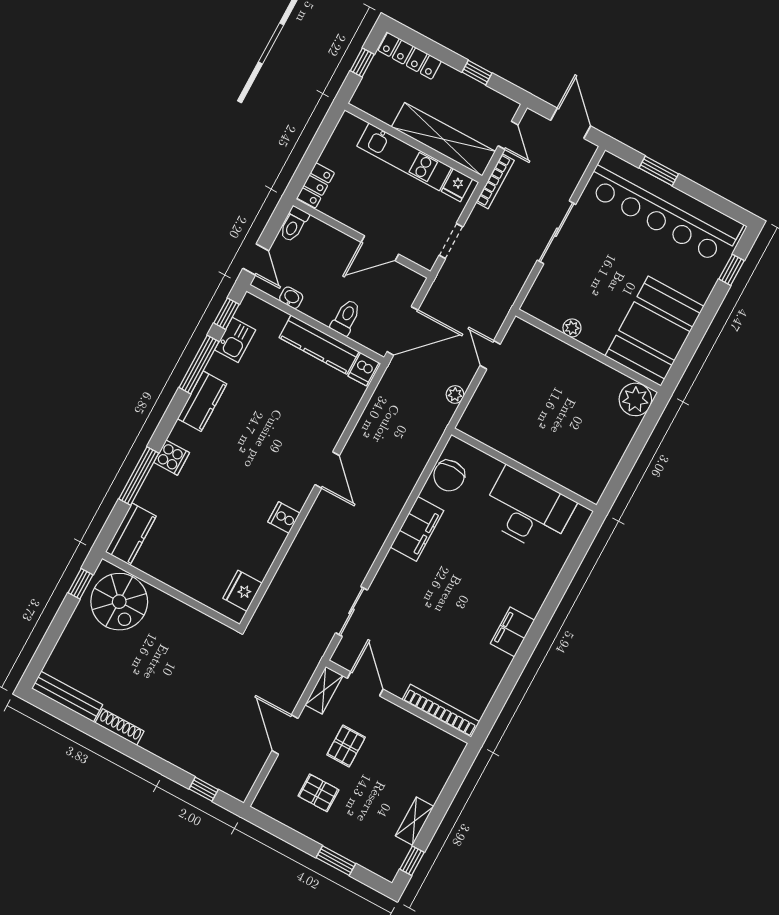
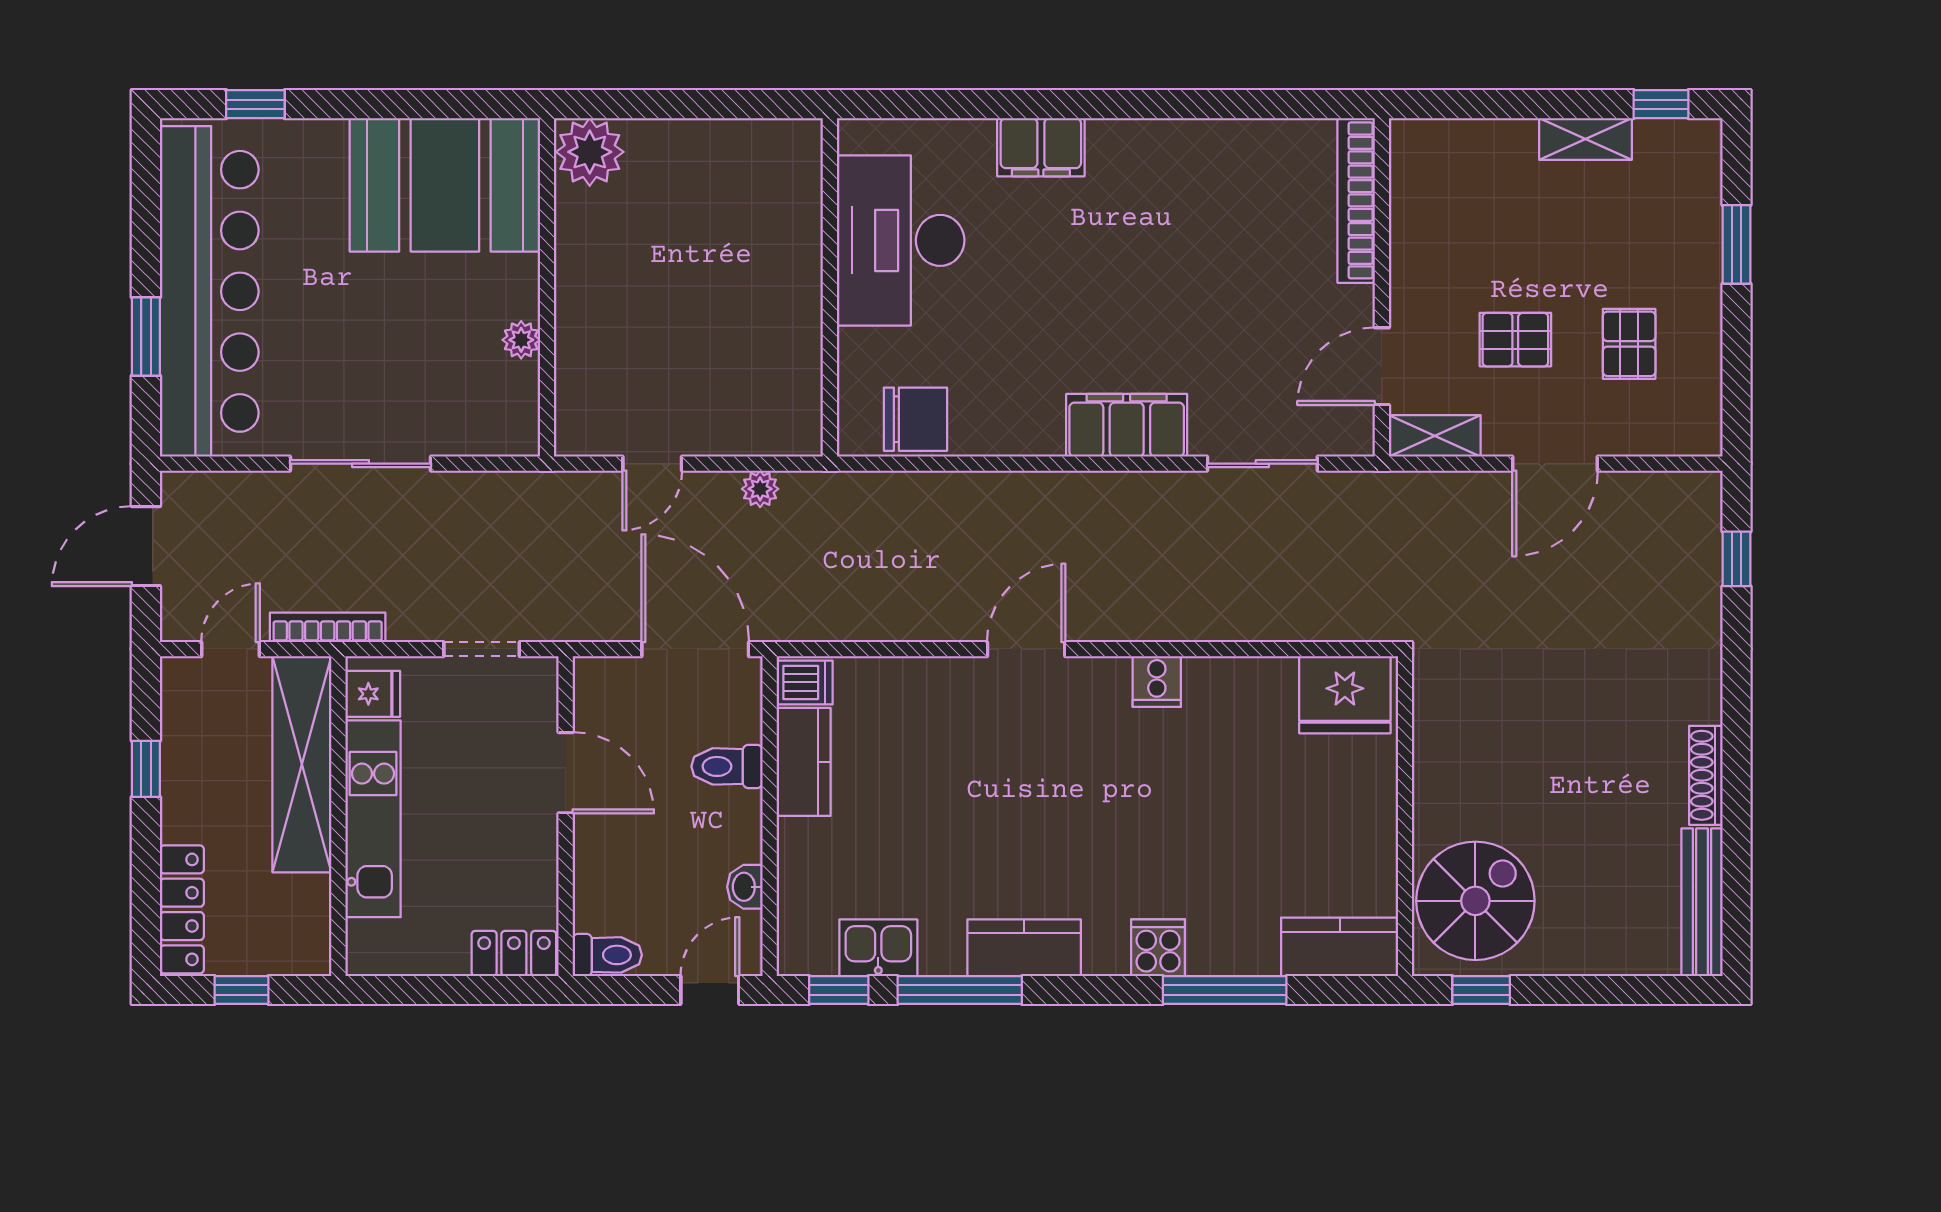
kitchen counter: (319, 345) -> (804, 762), width x0.67
filing cabinet: (417, 529) -> (1127, 425), moved
fridge: (242, 591) -> (1345, 695), width x1.36, depth x1.34
filing cabinet: (512, 632) -> (1041, 147), moved

